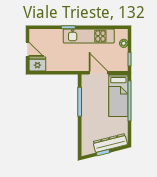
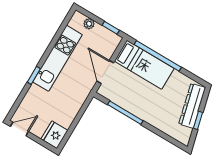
door: (27, 49) -> (19, 129), moved
door: (98, 73) -> (105, 72), hinge flipped

